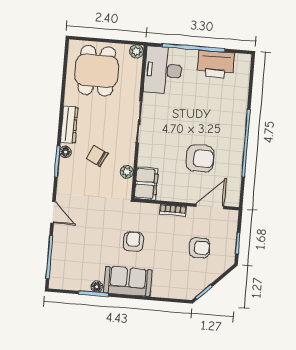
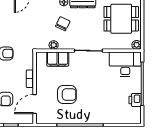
printer: (216, 64) -> (135, 100), width x0.53, depth x0.68
armchair: (200, 158) -> (67, 95), turned -90
filing cabinet: (146, 184) -> (58, 59), moved
door: (210, 206) -> (35, 104), swing flipped

